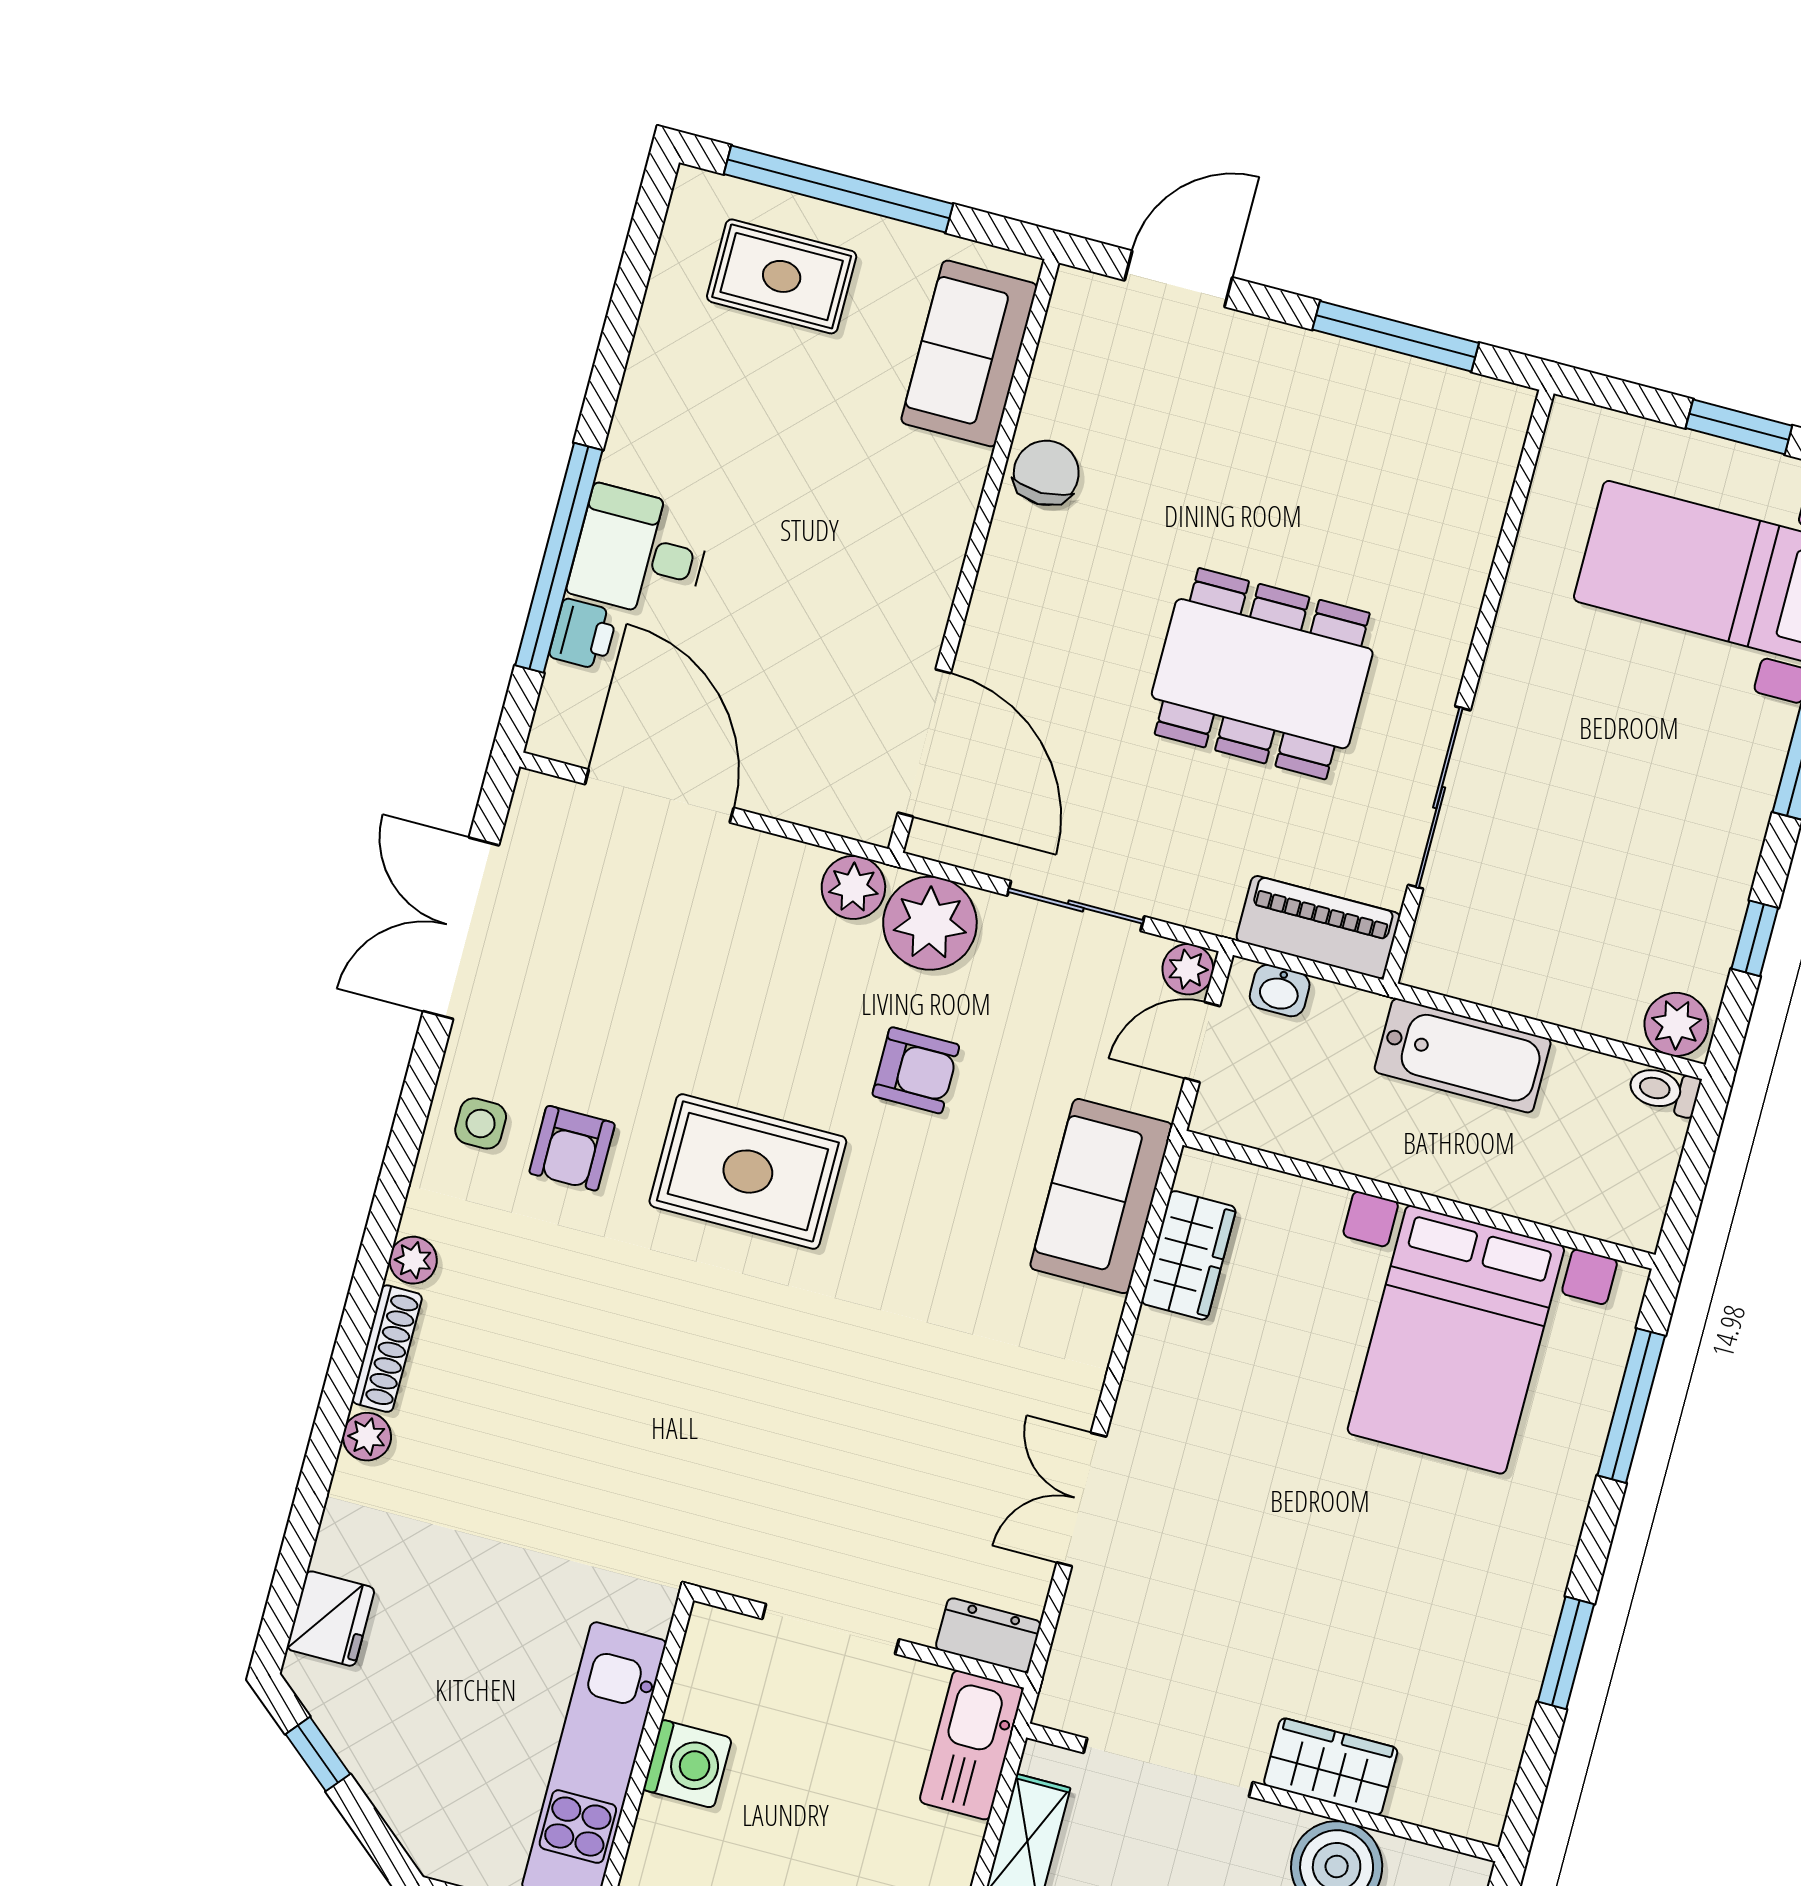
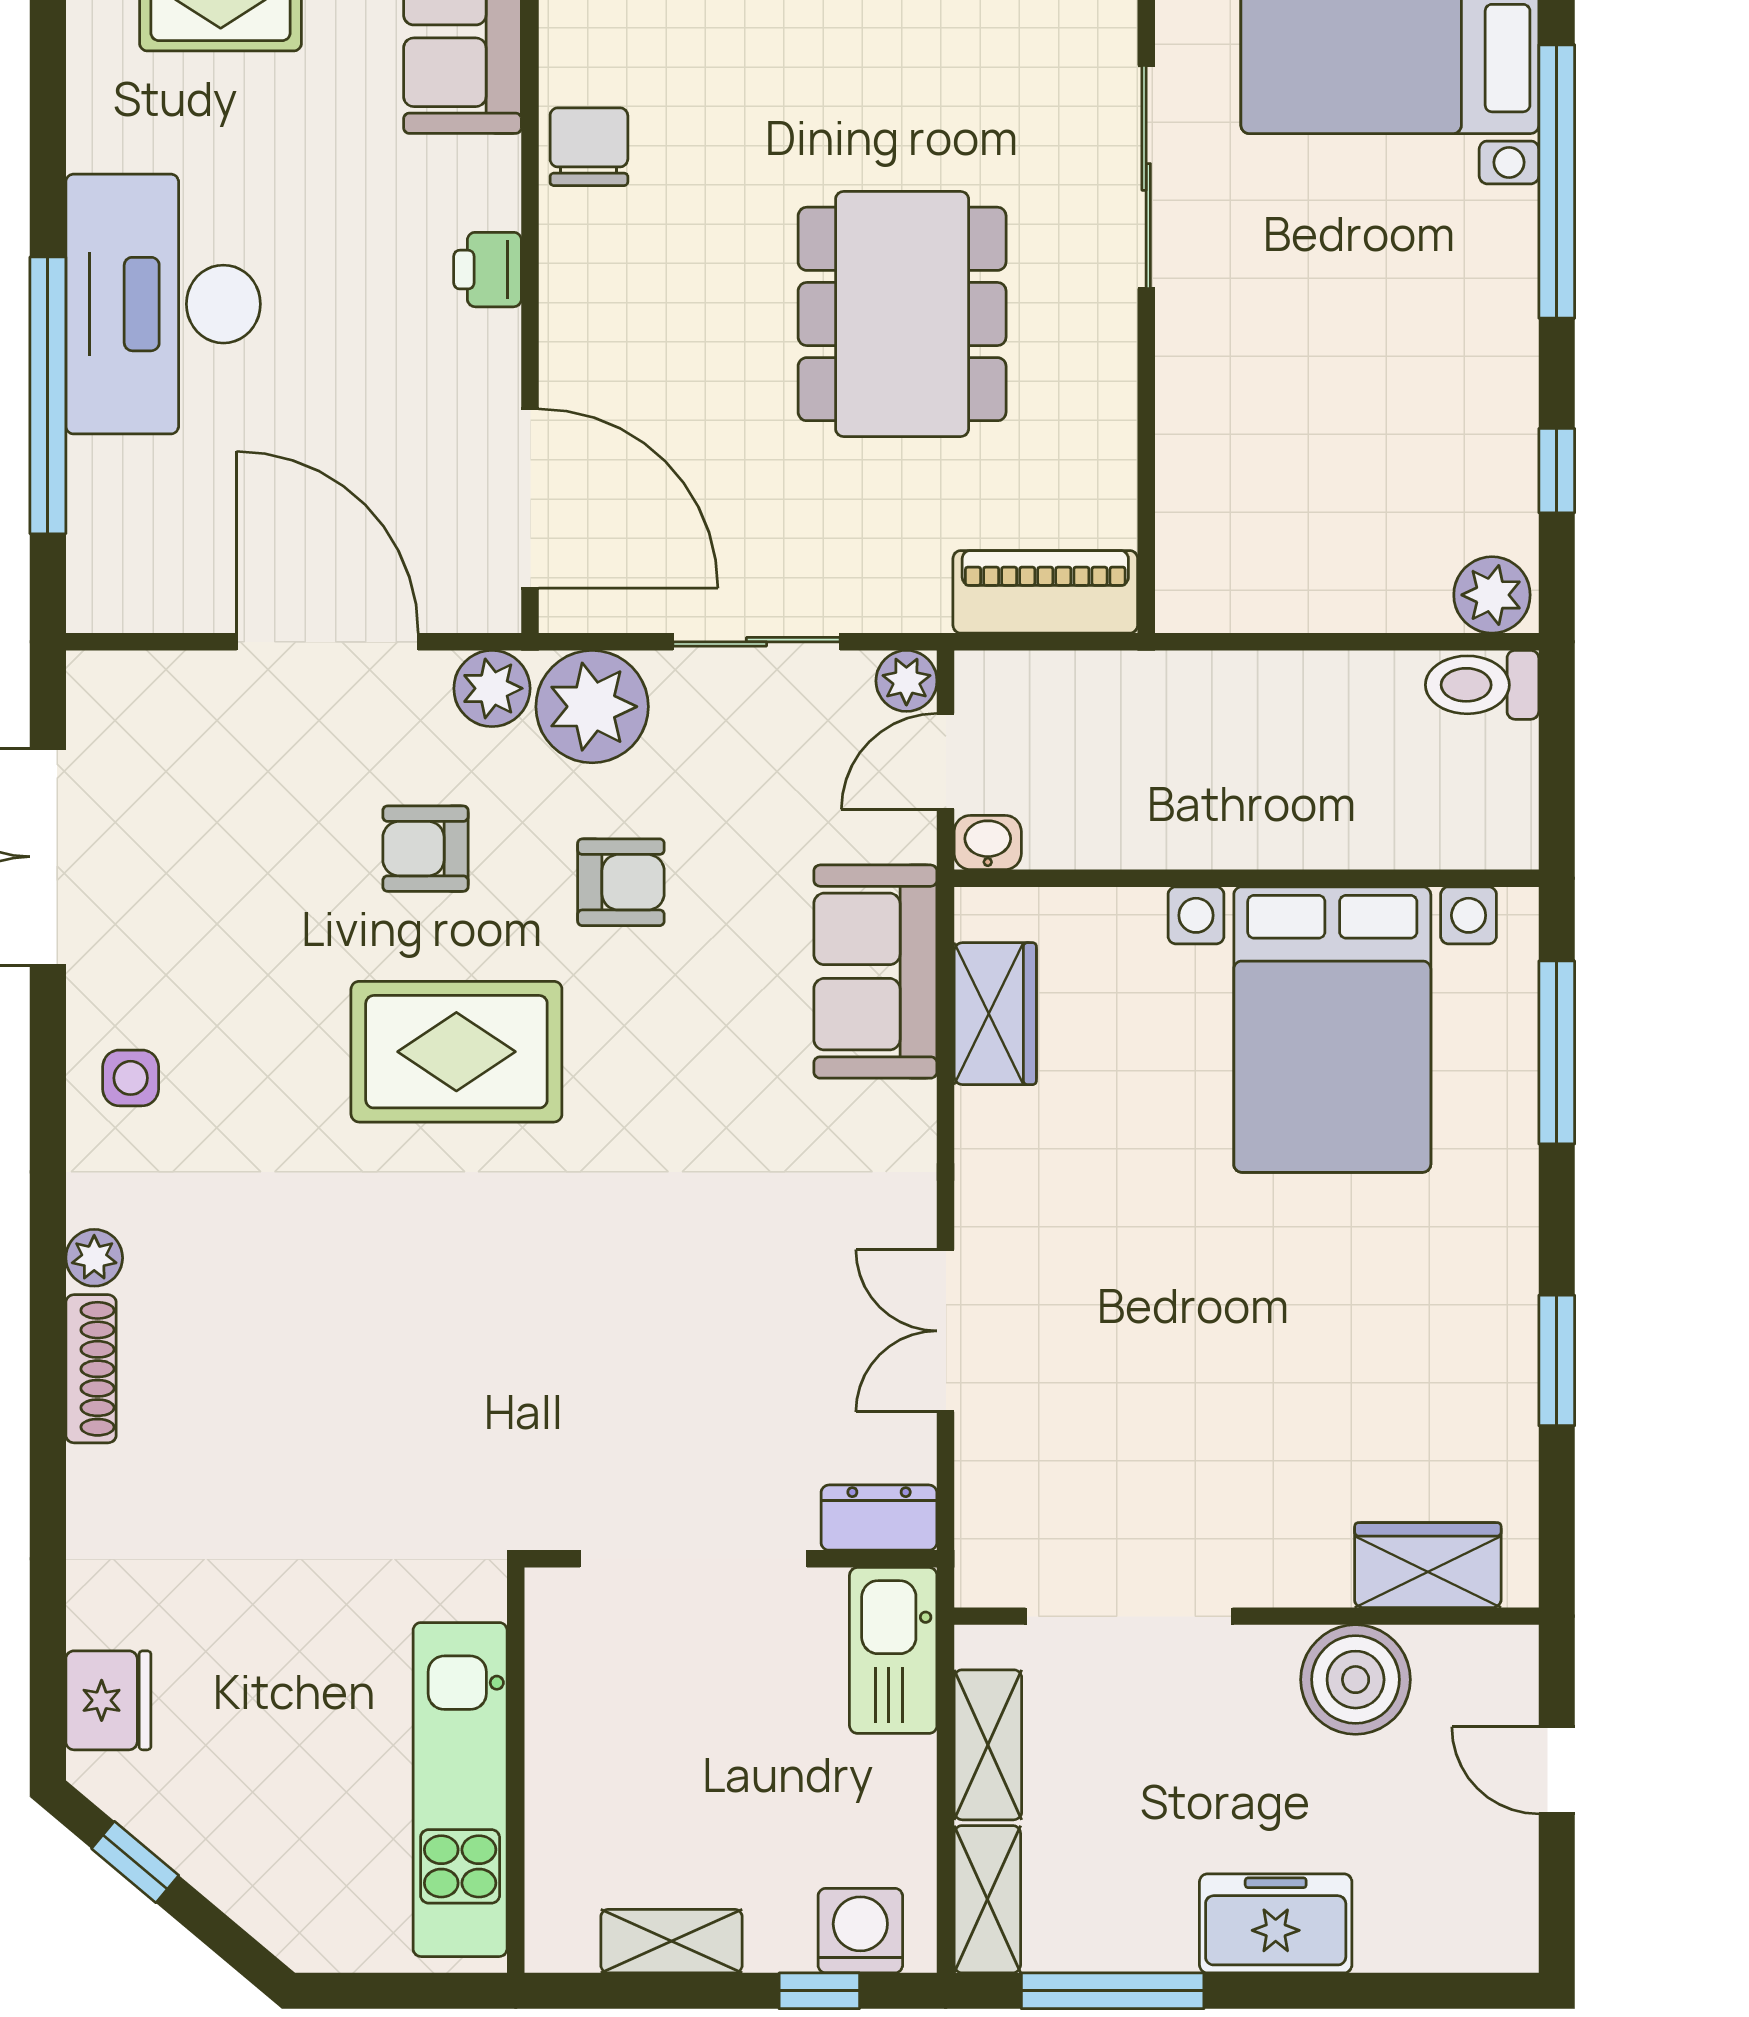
desk: (640, 553) -> (163, 304), width x1.87, depth x1.30
printer: (583, 634) -> (488, 270), moved, turned 180
dining table: (1262, 674) -> (902, 314), turned 90
door: (659, 796) -> (327, 642), moved
sliding door: (1439, 798) -> (1146, 177), moved
washbasin: (1280, 991) -> (988, 842), moved, turned 180
bathtub: (1463, 1056) -> (1253, 697), removed
toilet: (1664, 1090) -> (1482, 685), width x1.37, depth x1.39
armchair: (572, 1148) -> (425, 849), moved, turned 90
plant: (367, 1437) -> (95, 1477), removed
doorway: (831, 1629) -> (693, 1559), width x1.36
washing machine: (688, 1764) -> (568, 1760), removed
wardrobe: (1331, 1767) -> (1428, 1565), moved

